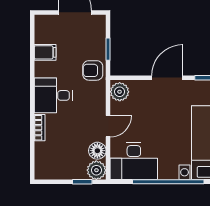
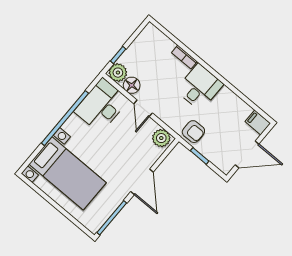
filing cabinet: (45, 52) -> (258, 122), moved, turned 90
armchair: (93, 70) -> (193, 132), turned 90

